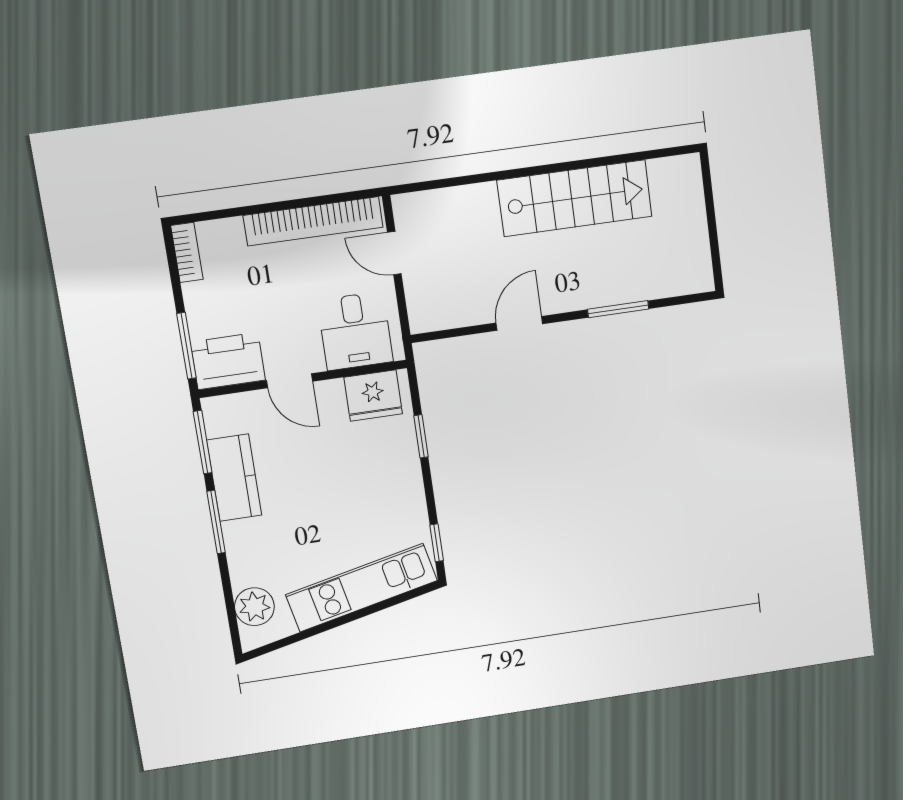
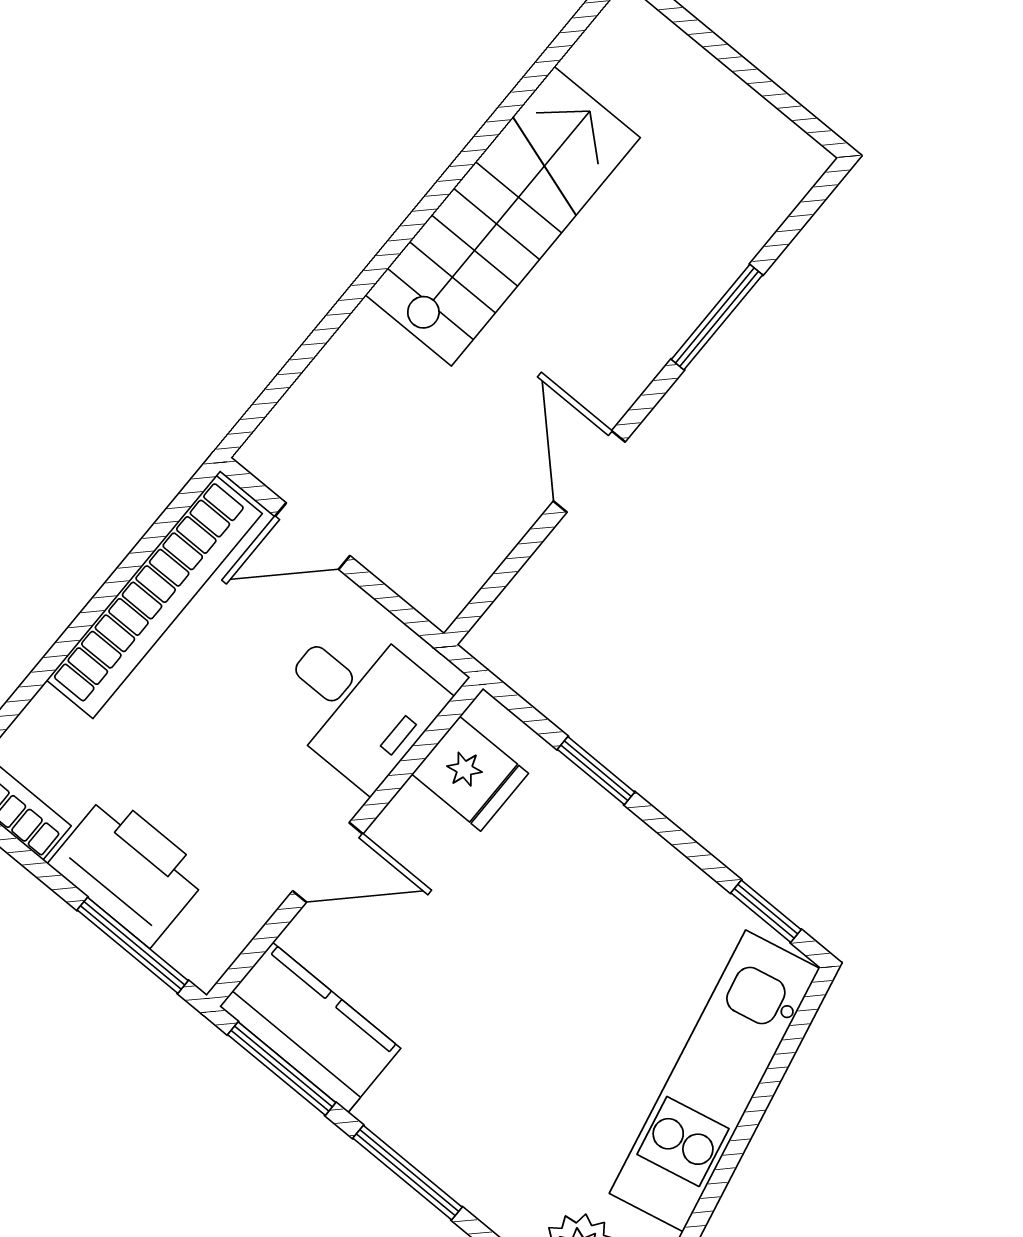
printer: (228, 361) -> (129, 869), moved, turned 90
fridge: (373, 396) -> (470, 774), width x0.72
kitchen counter: (234, 478) -> (310, 1027), moved

